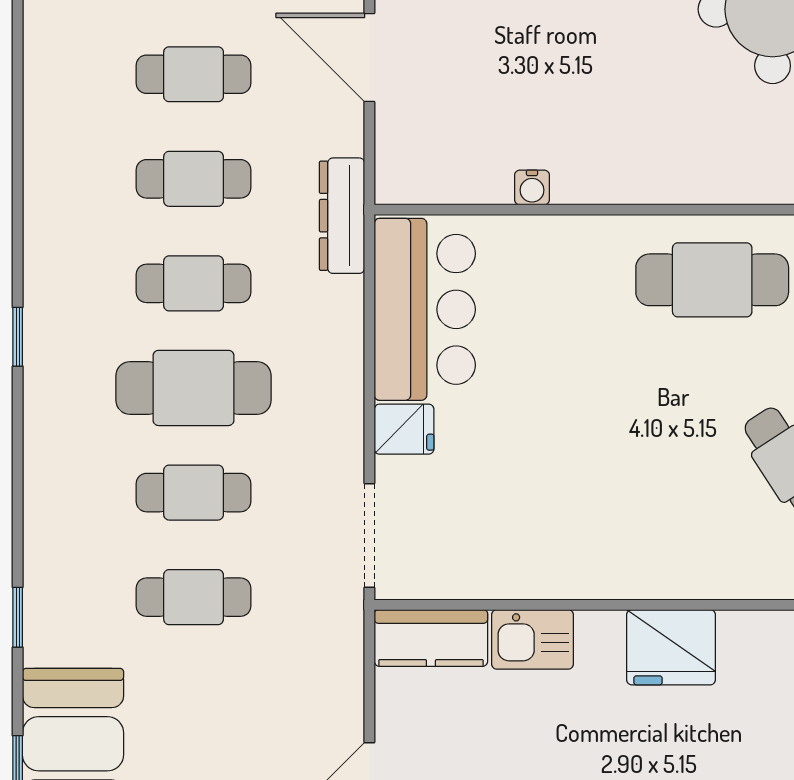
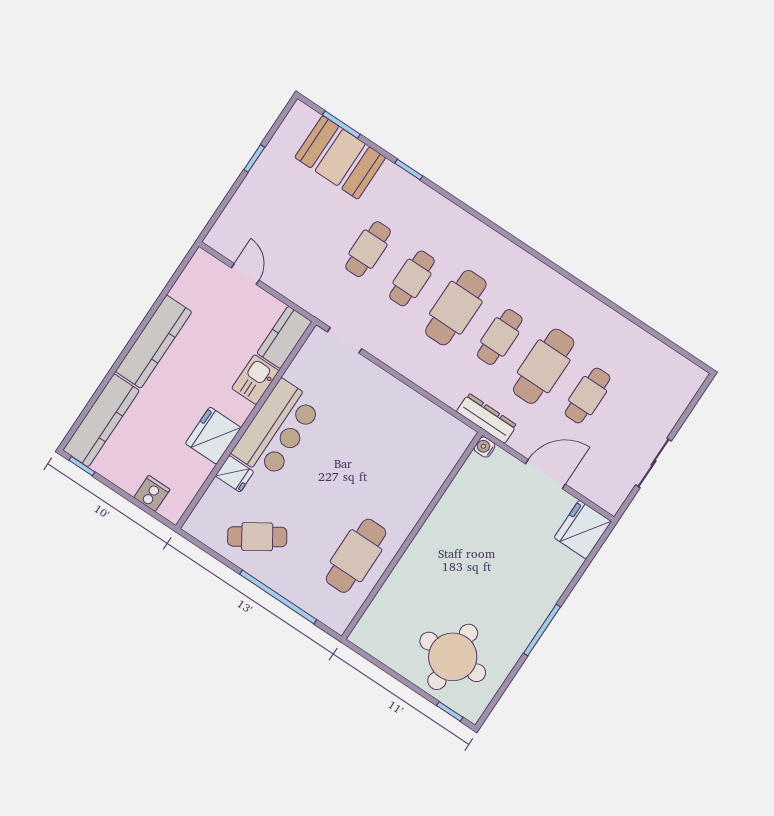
cafe table: (194, 179) -> (544, 366), width x1.37, depth x1.35
water cooler: (532, 187) -> (485, 447), moved
bar counter: (425, 309) -> (277, 429), moved, turned -90
window: (18, 337) -> (527, 248), removed
fridge: (404, 429) -> (235, 474), moved, turned -90
doorway: (369, 535) -> (345, 340), width x0.73

